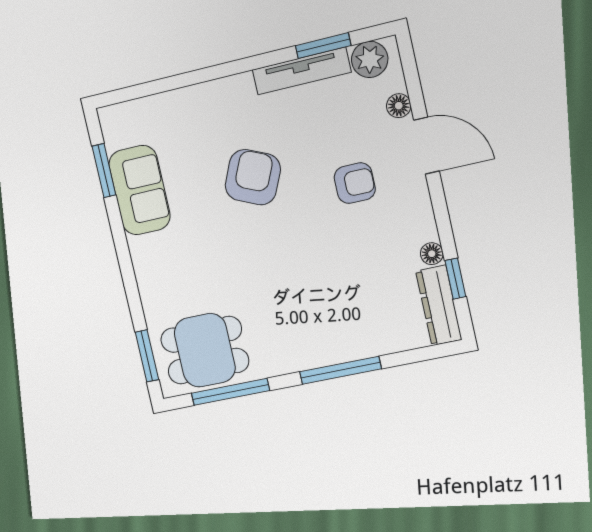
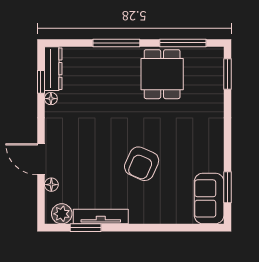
armchair: (355, 183) -> (85, 147), removed
sofa: (139, 190) -> (209, 198), moved
dining table: (205, 350) -> (162, 74), moved, turned 90

